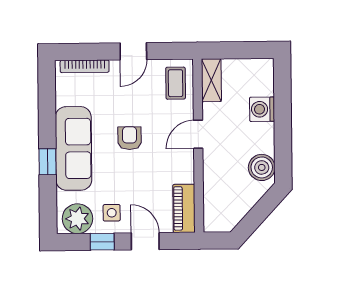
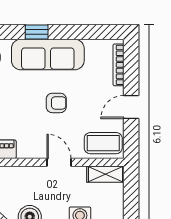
door: (133, 51) -> (131, 107), hinge flipped
coffee table: (176, 83) -> (103, 143), width x1.36, depth x1.30

